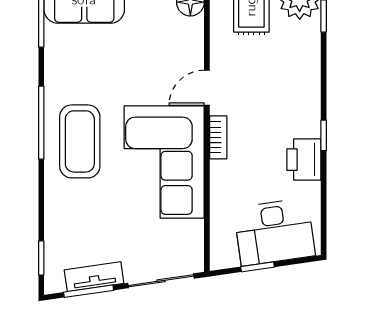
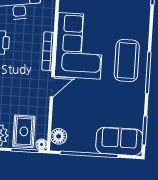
bookcase: (218, 137) -> (48, 51), width x1.56

